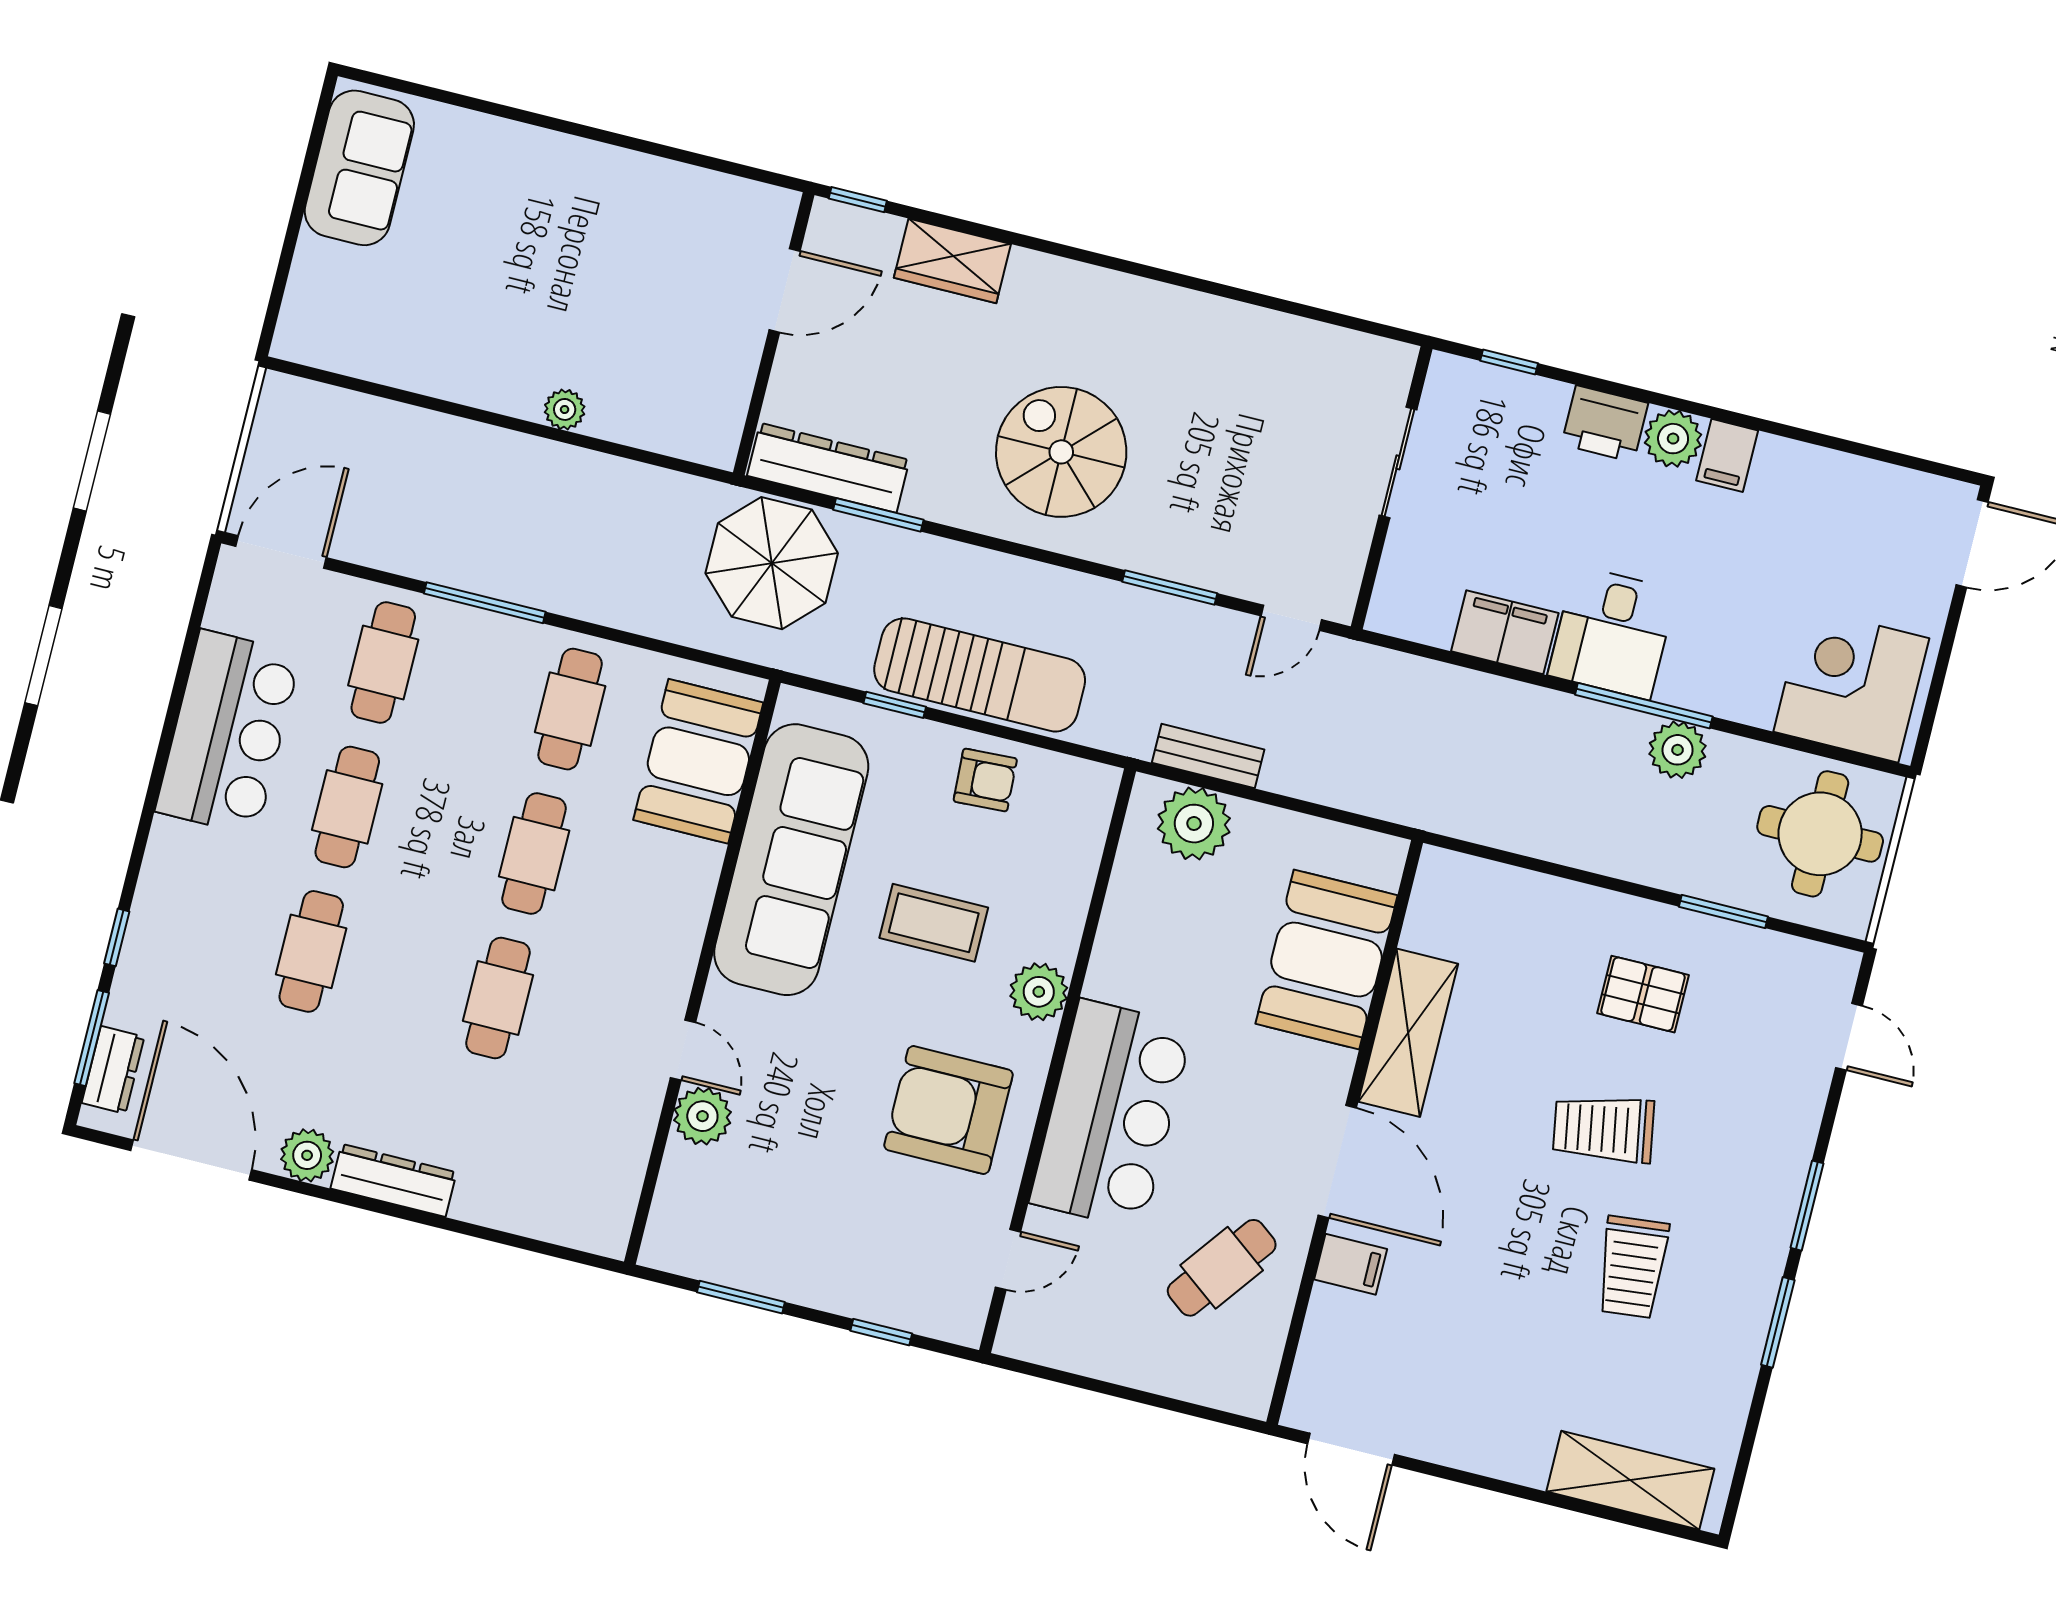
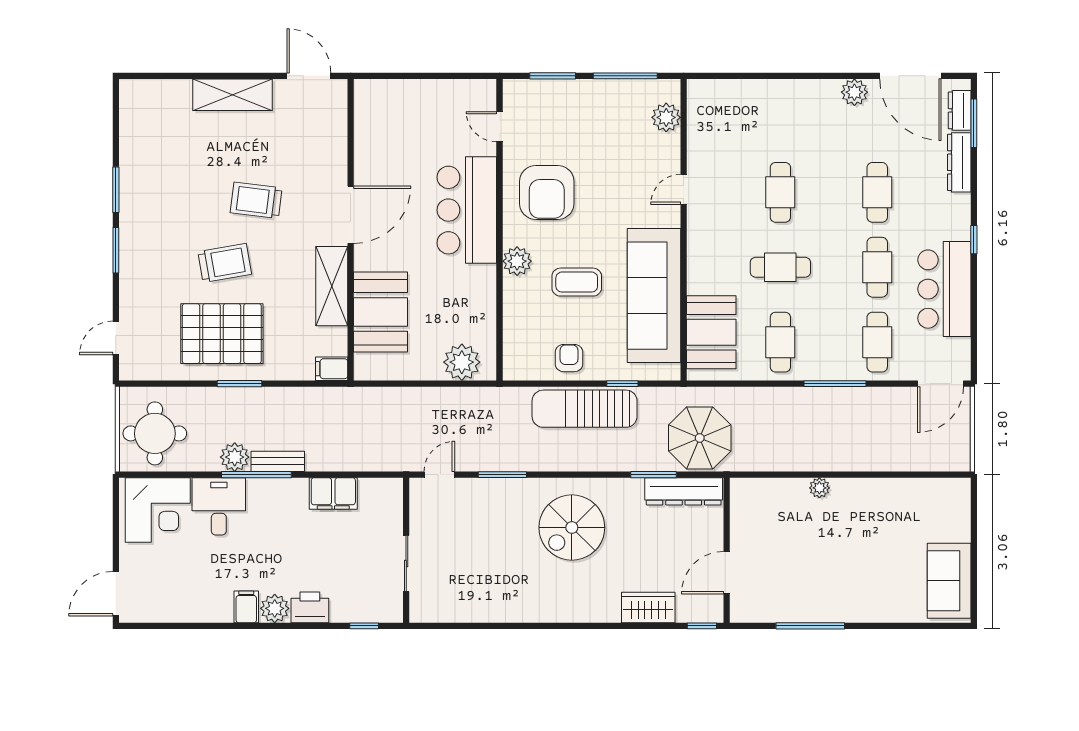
window: (649, 147) -> (810, 626), added
spiral stairs: (1061, 452) -> (572, 528), turned 90
desk: (1612, 633) -> (219, 506), moved
bench: (1208, 756) -> (278, 461), moved
armchair: (985, 780) -> (569, 358), turned 93
cafe table: (534, 854) -> (780, 267), turned 90
window: (1723, 912) -> (240, 384), moved
window: (117, 937) -> (974, 240), moved
pallet: (1643, 994) -> (222, 334), width x2.05, depth x2.00
door: (1849, 1037) -> (116, 338), hinge flipped
door: (683, 1050) -> (684, 189), hinge flipped
armchair: (948, 1110) -> (547, 192), turned 90
plant: (702, 1116) -> (666, 117), moved
door: (1337, 1161) -> (351, 215), swing flipped
dresser: (393, 1180) -> (959, 162), moved, turned 90
door: (1008, 1259) -> (500, 127), hinge flipped
filing cabinet: (1351, 1264) -> (332, 369), moved
trolley: (1633, 1267) -> (256, 200), moved, turned -77
cafe table: (1222, 1268) -> (394, 149), removed
window: (741, 1297) -> (625, 76), width x1.44
window: (881, 1332) -> (553, 76), width x1.50
shelving: (1630, 1480) -> (232, 95), moved

